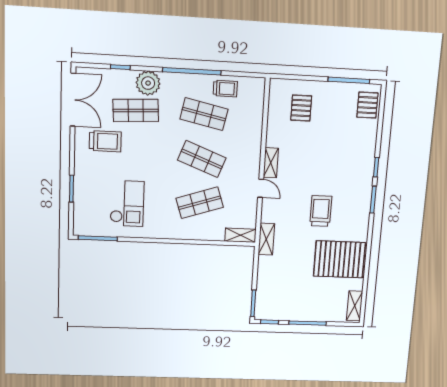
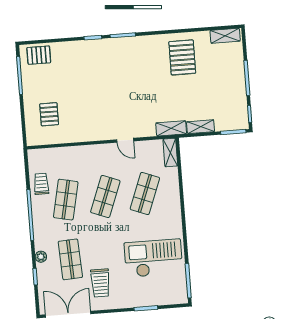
plant: (148, 83) -> (41, 257), width x0.53, depth x0.53
pallet: (301, 108) -> (49, 114), turned 90
trolley: (105, 141) -> (100, 283), turned 180
shelving: (271, 163) -> (201, 127), moved
door: (261, 188) -> (125, 140), swing flipped
shop shelf: (200, 203) -> (145, 193), turned 39
checkout: (127, 204) -> (153, 258), width x1.36, depth x1.21
trolley: (321, 211) -> (139, 82), removed
pallet: (339, 259) -> (182, 57), width x0.73, depth x0.71

